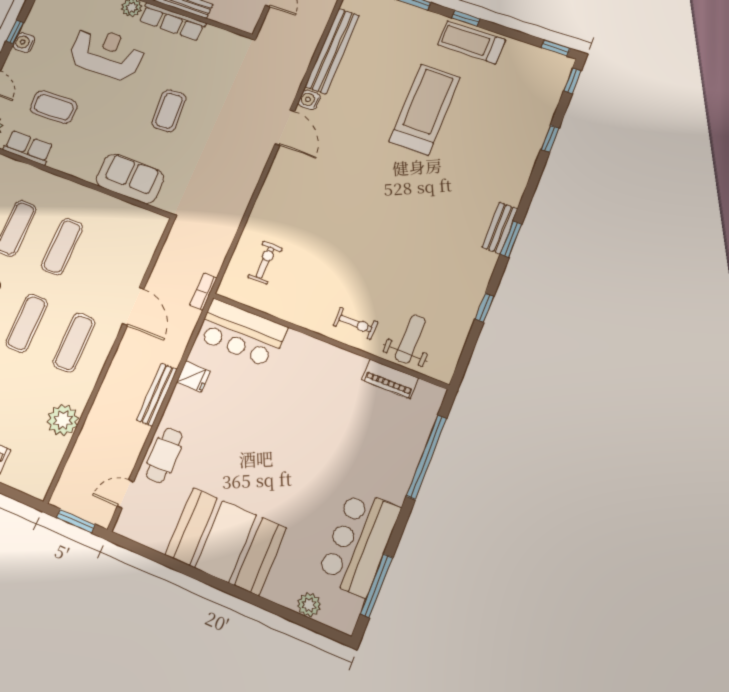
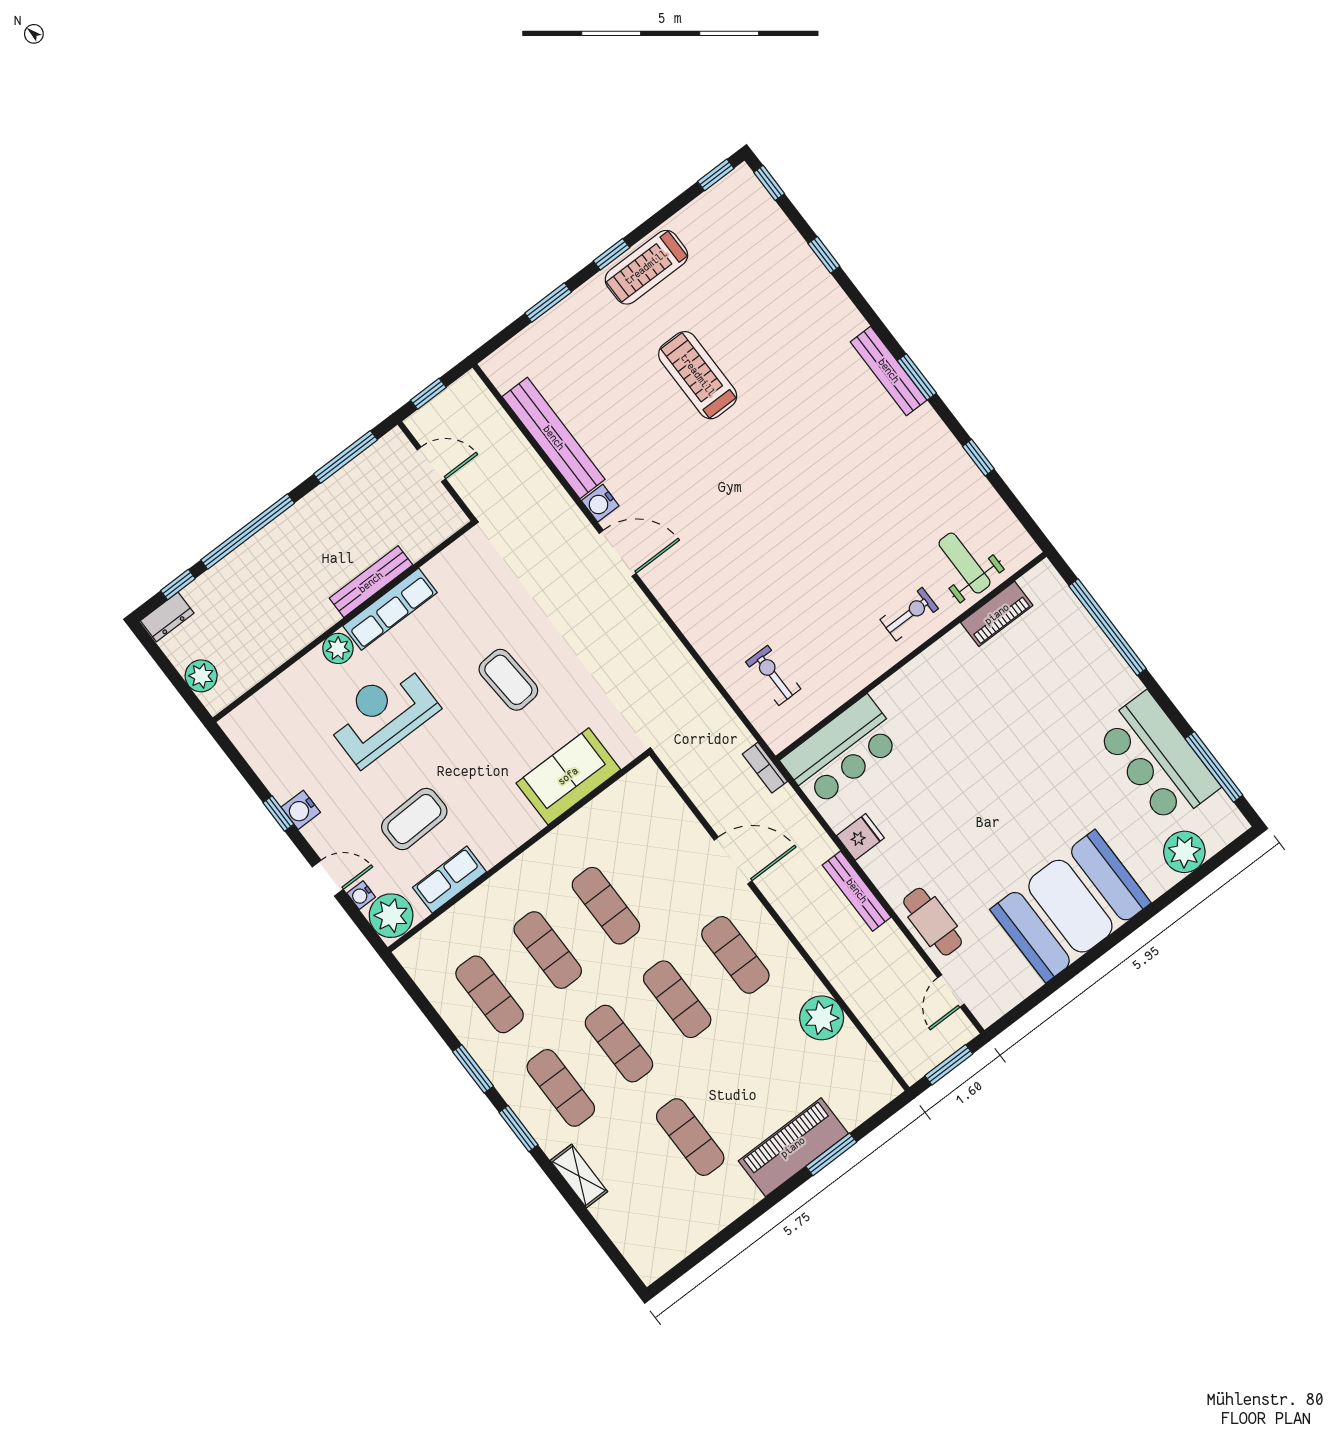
treadmill: (425, 109) -> (698, 375), width x0.73, depth x0.73
bench: (500, 228) -> (889, 371), width x1.36
plant: (309, 605) -> (1184, 852), width x1.36, depth x1.36

